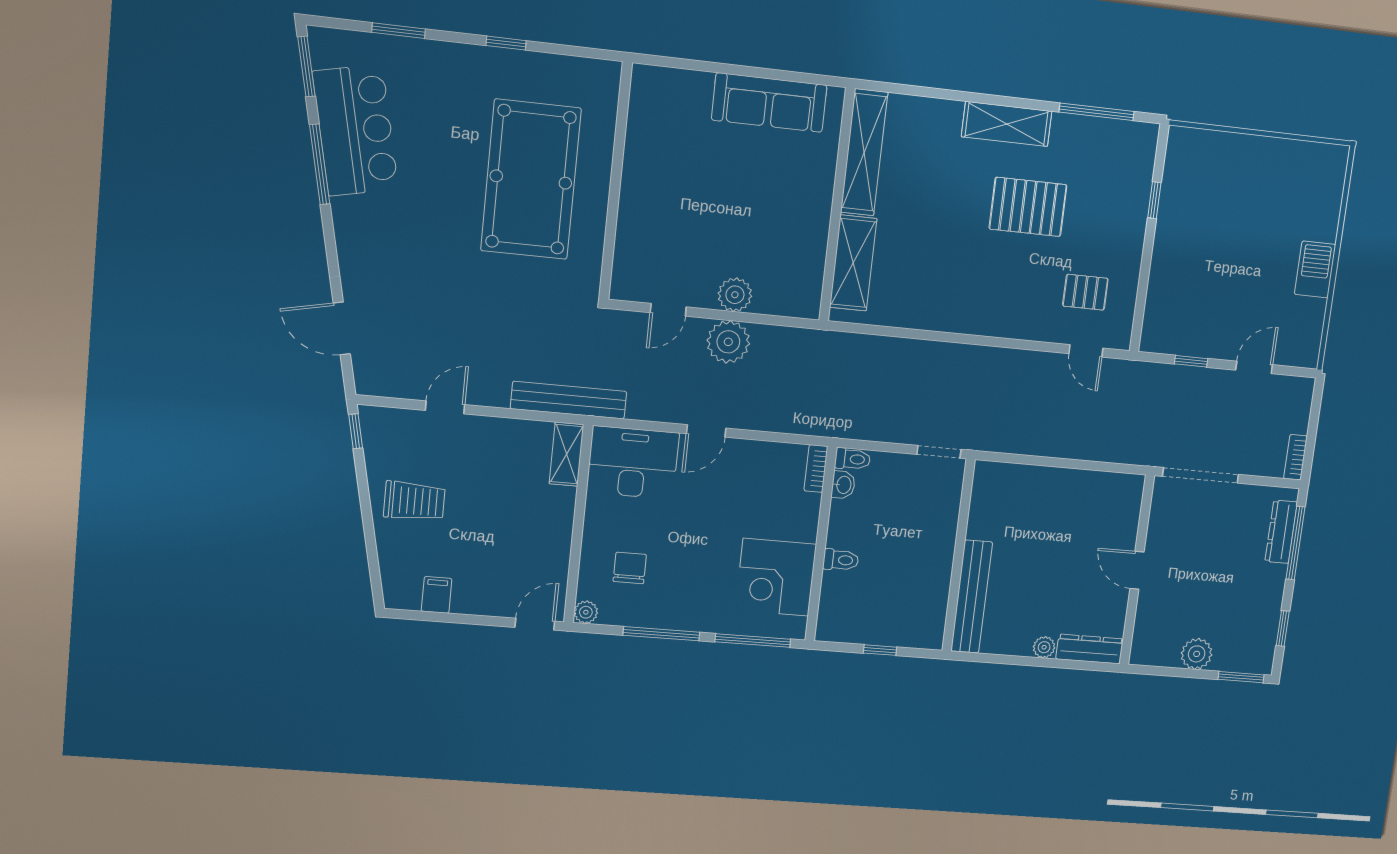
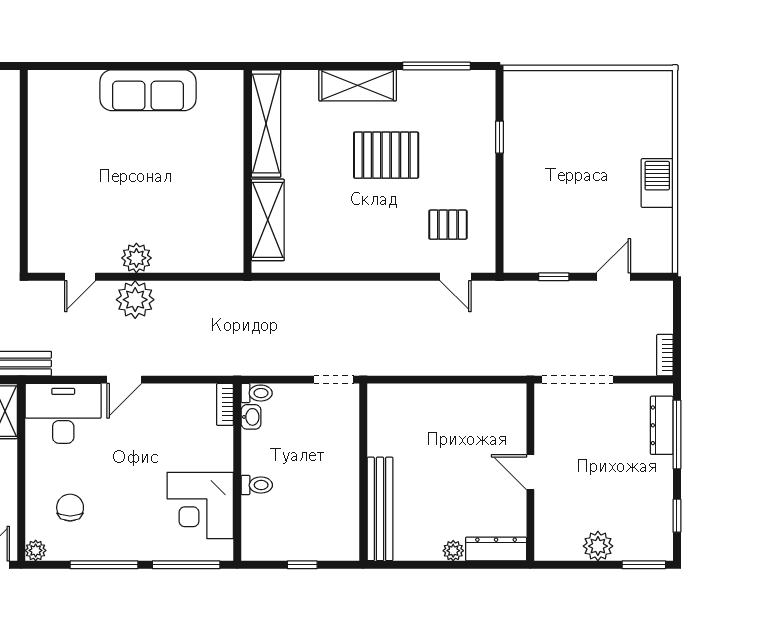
shelving: (864, 152) -> (266, 123), moved
wall: (837, 205) -> (248, 171), moved
shelving: (853, 263) -> (268, 220), moved

